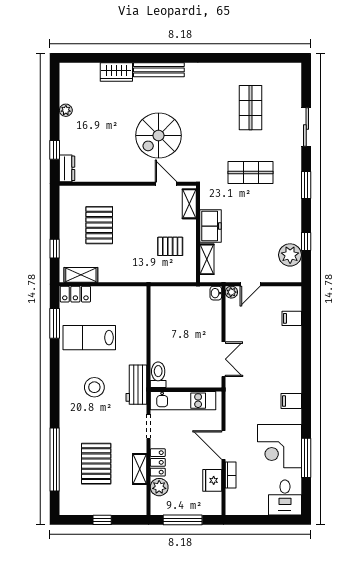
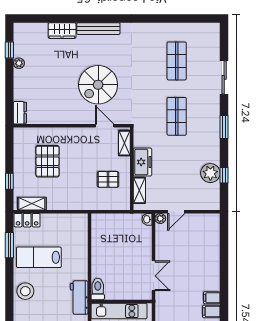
window: (55, 150) -> (9, 50), moved
shop shelf: (251, 172) -> (177, 116), turned 90
plant: (290, 255) -> (210, 173), moved
filing cabinet: (292, 318) -> (212, 298), moved
stool: (94, 387) -> (25, 291), moved

